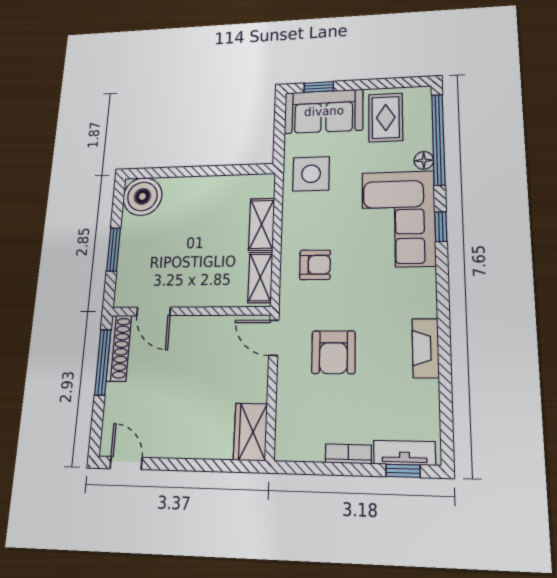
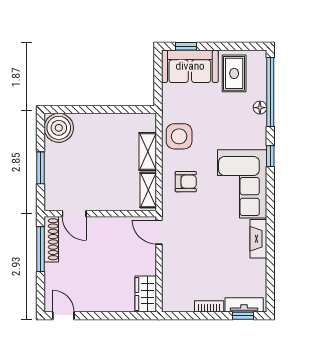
side table: (311, 174) -> (179, 136), moved
corner sofa: (398, 219) -> (242, 184), moved
armchair: (333, 352) -> (199, 242), removed

